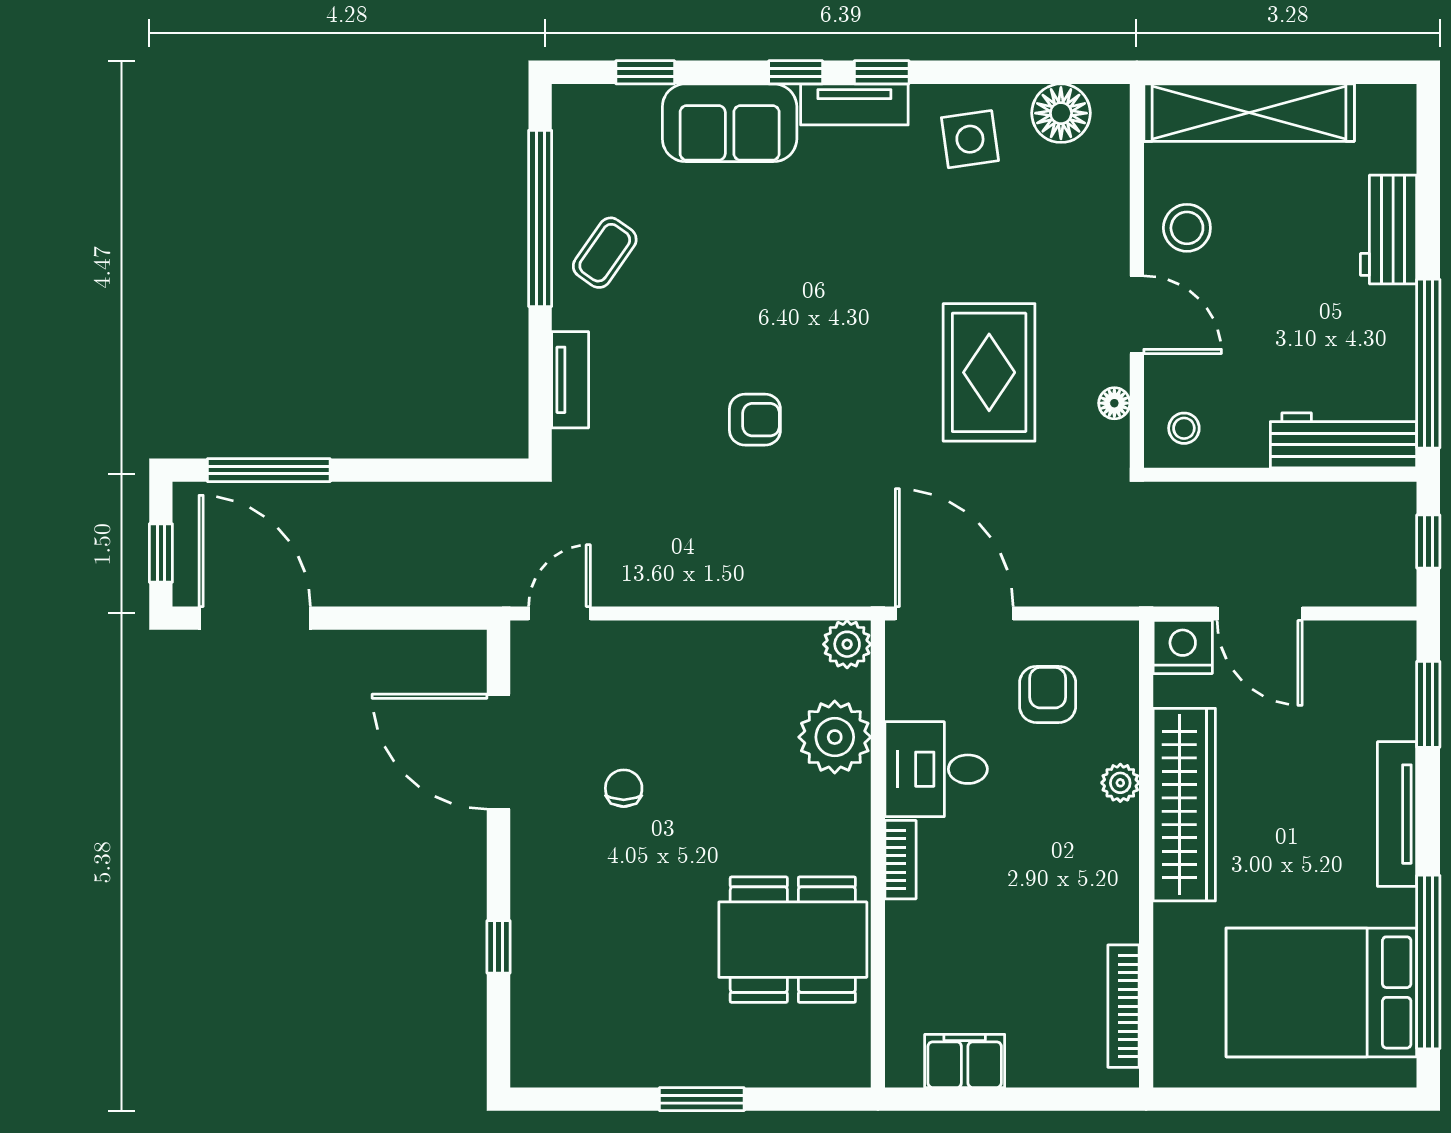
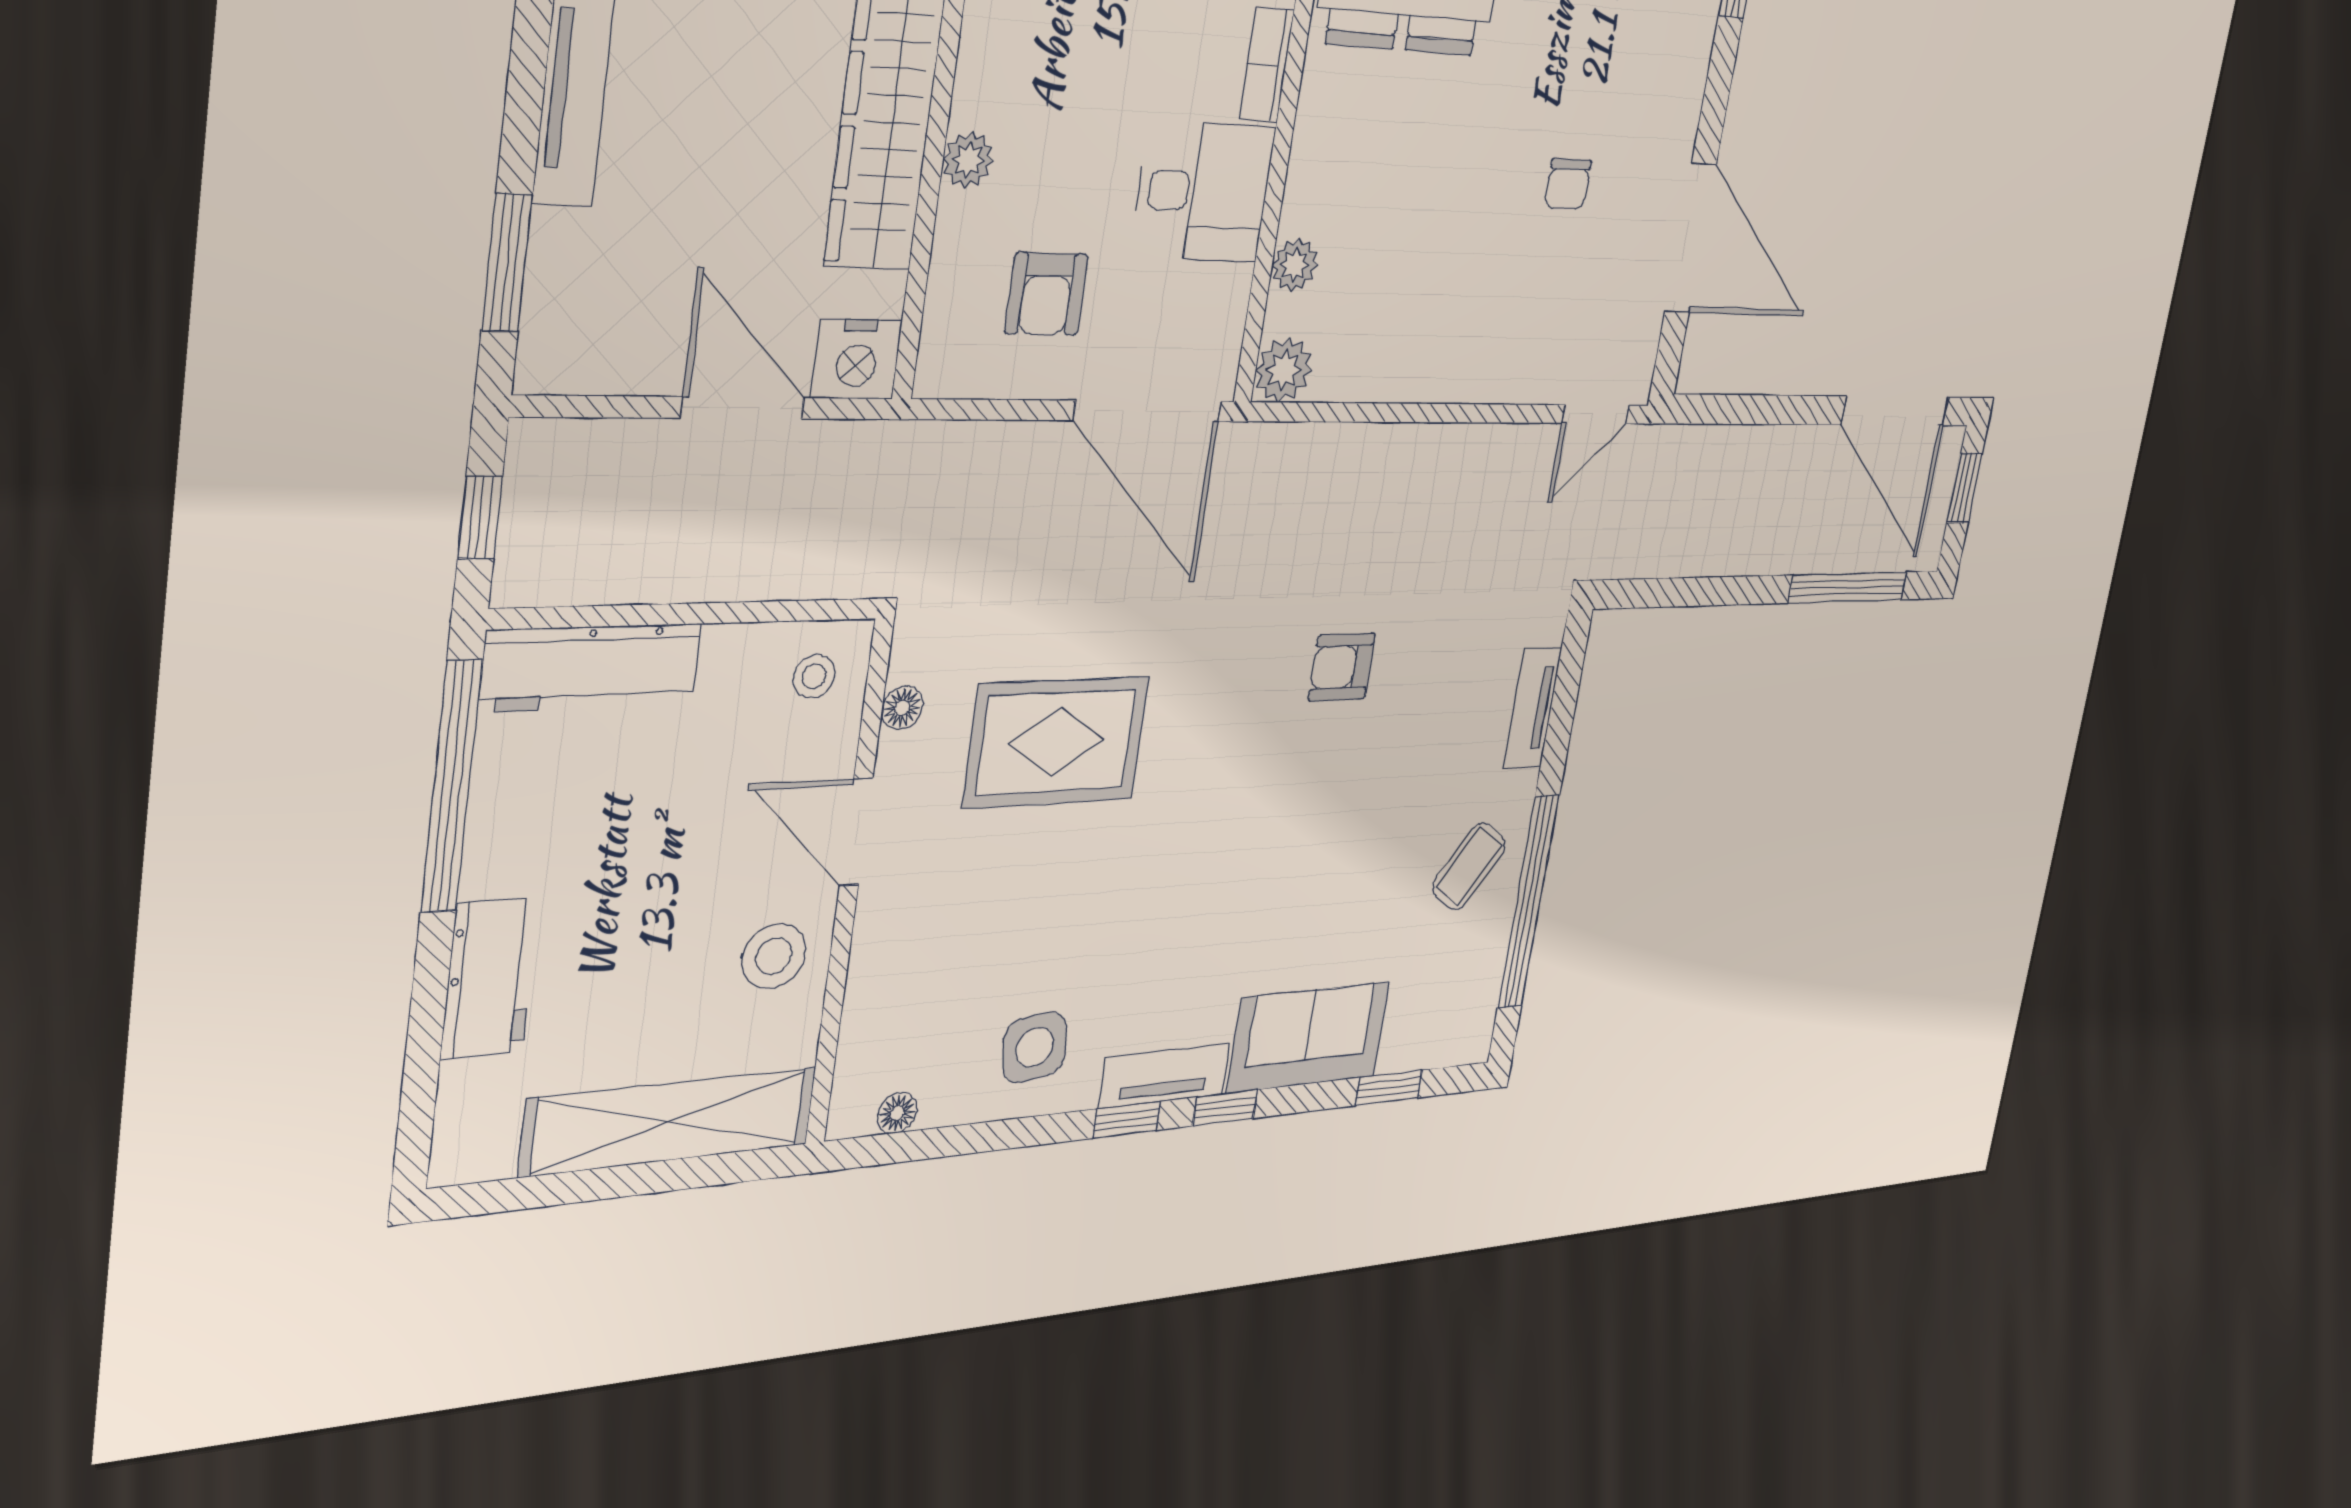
floor lamp: (1061, 113) -> (897, 1113), width x0.53, depth x0.53
rug: (989, 372) -> (1056, 742), turned 90
plant: (835, 737) -> (1295, 265), width x0.53, depth x0.53

